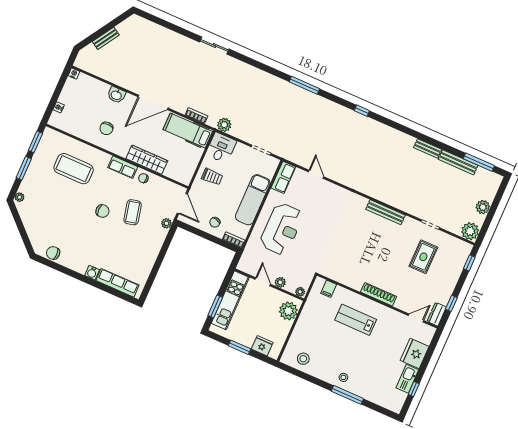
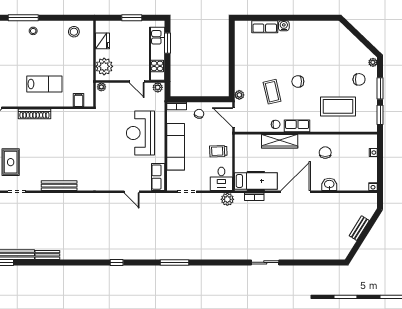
chair: (53, 253) -> (359, 79), moved
plant: (280, 282) -> (158, 87), moved
row of seats: (117, 283) -> (265, 27), width x0.68
fridge: (262, 346) -> (102, 41), moved, turned -90

